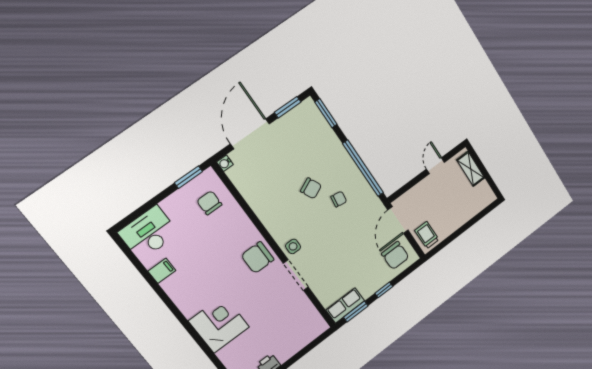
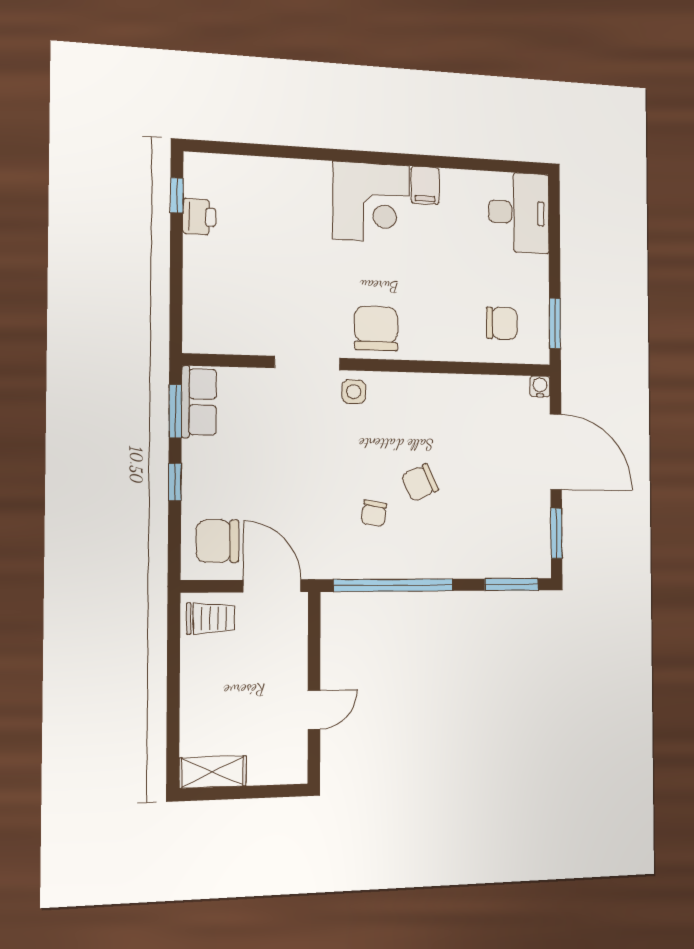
door: (435, 166) -> (314, 710), hinge flipped
shelving: (471, 169) -> (213, 772), moved
filing cabinet: (162, 271) -> (425, 185), moved
corner desk: (219, 324) -> (371, 202), moved

